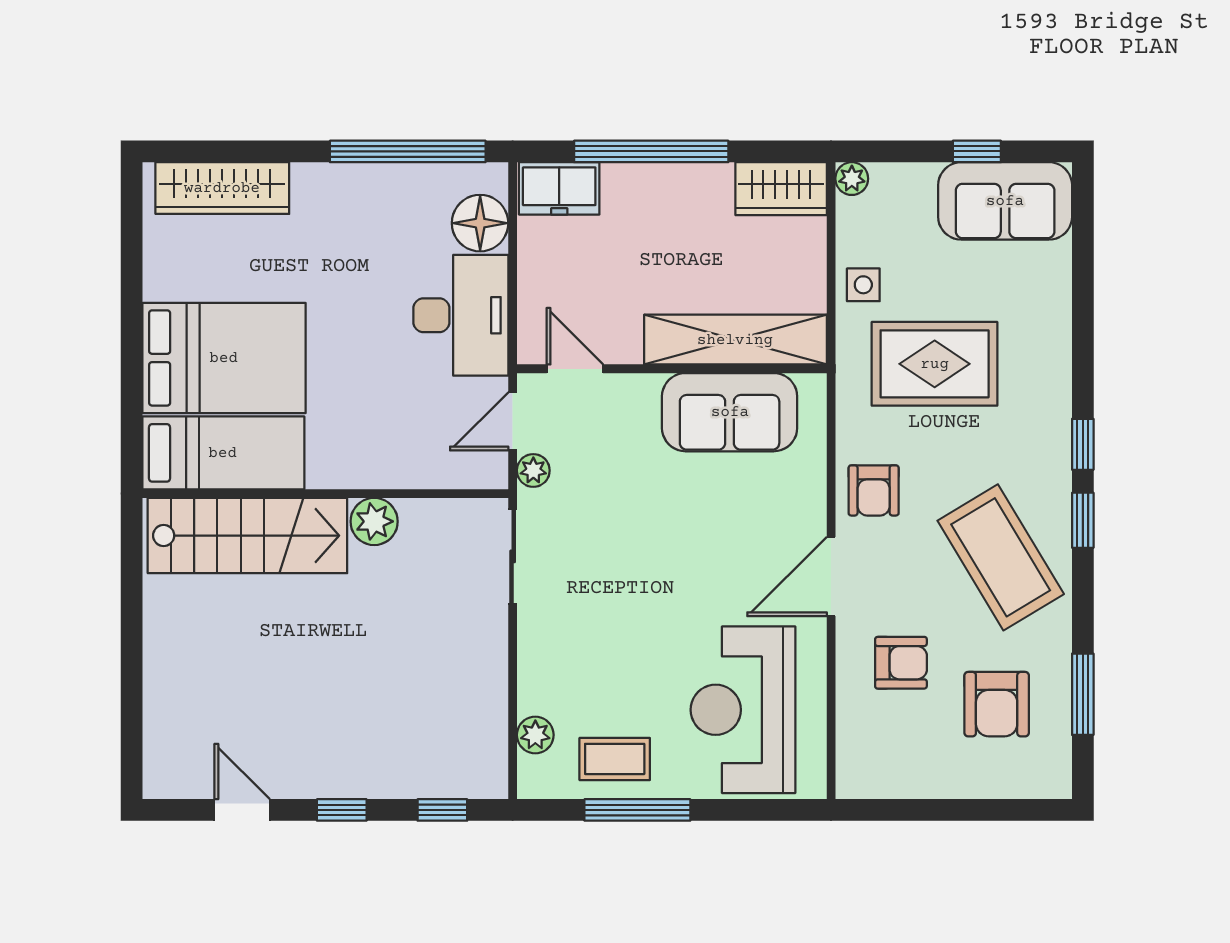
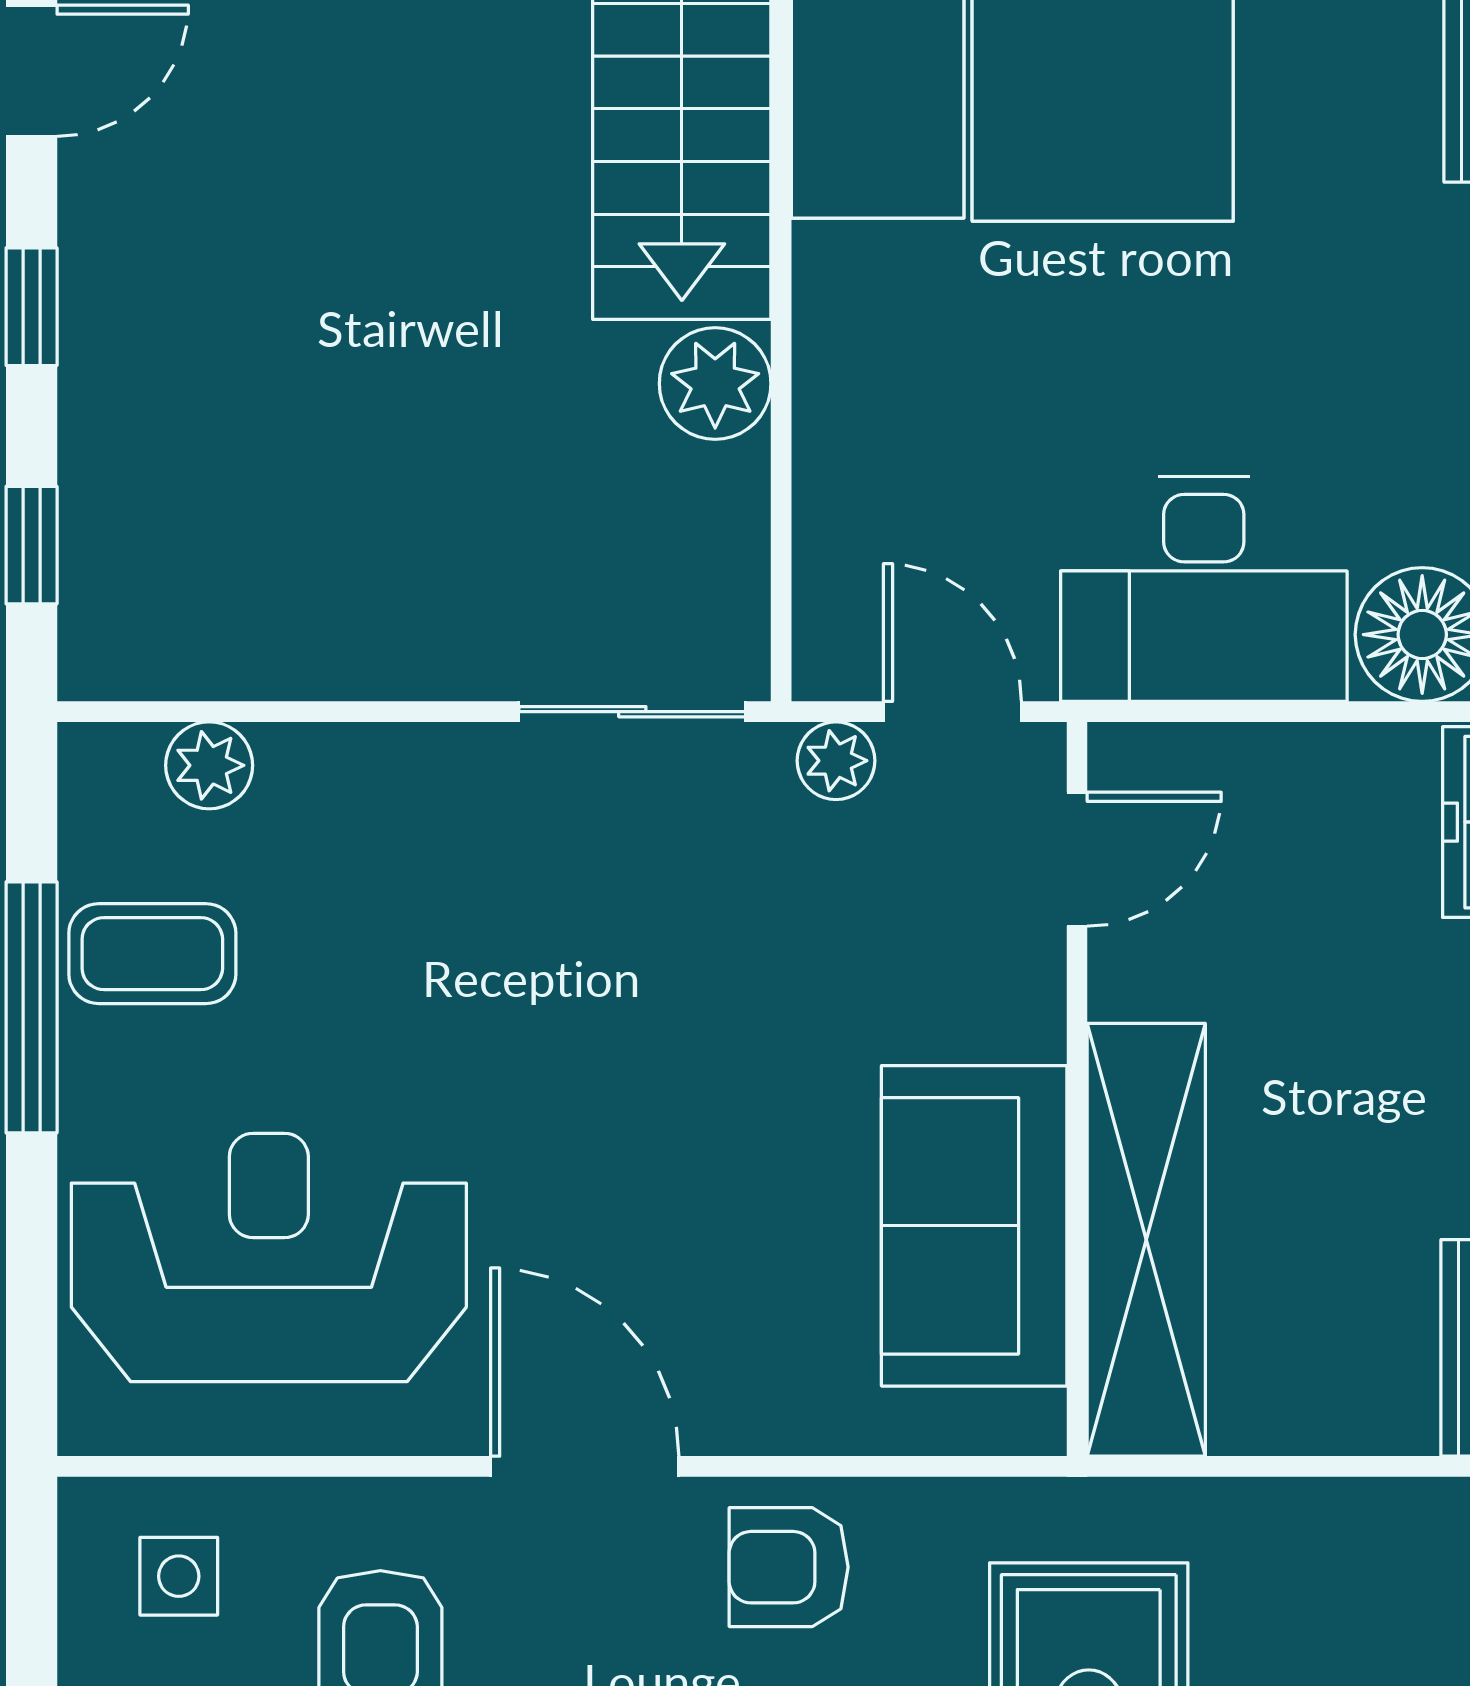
side table: (863, 285) -> (179, 1576), moved
coffee table: (615, 759) -> (152, 954), turned 90

